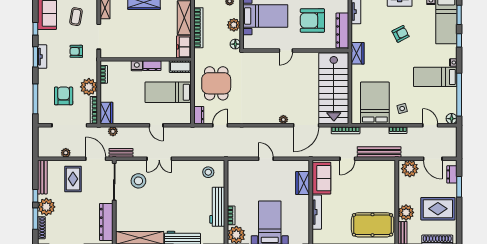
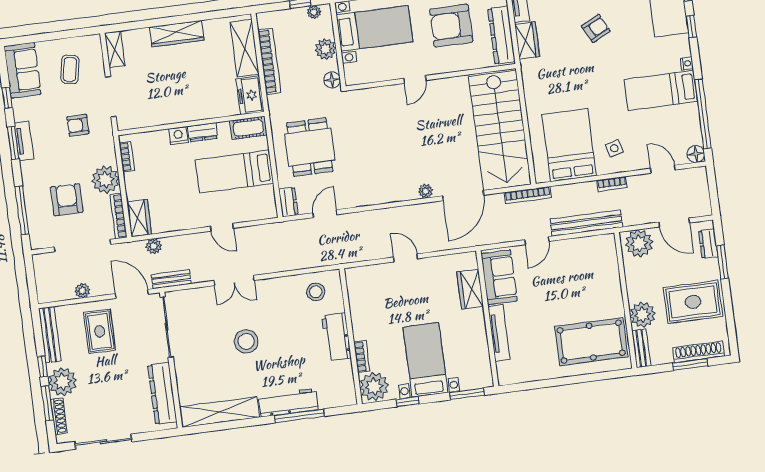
wardrobe: (358, 53) -> (527, 41), moved
stool: (138, 181) -> (246, 341), moved
workbench: (217, 207) -> (336, 337), width x0.73

